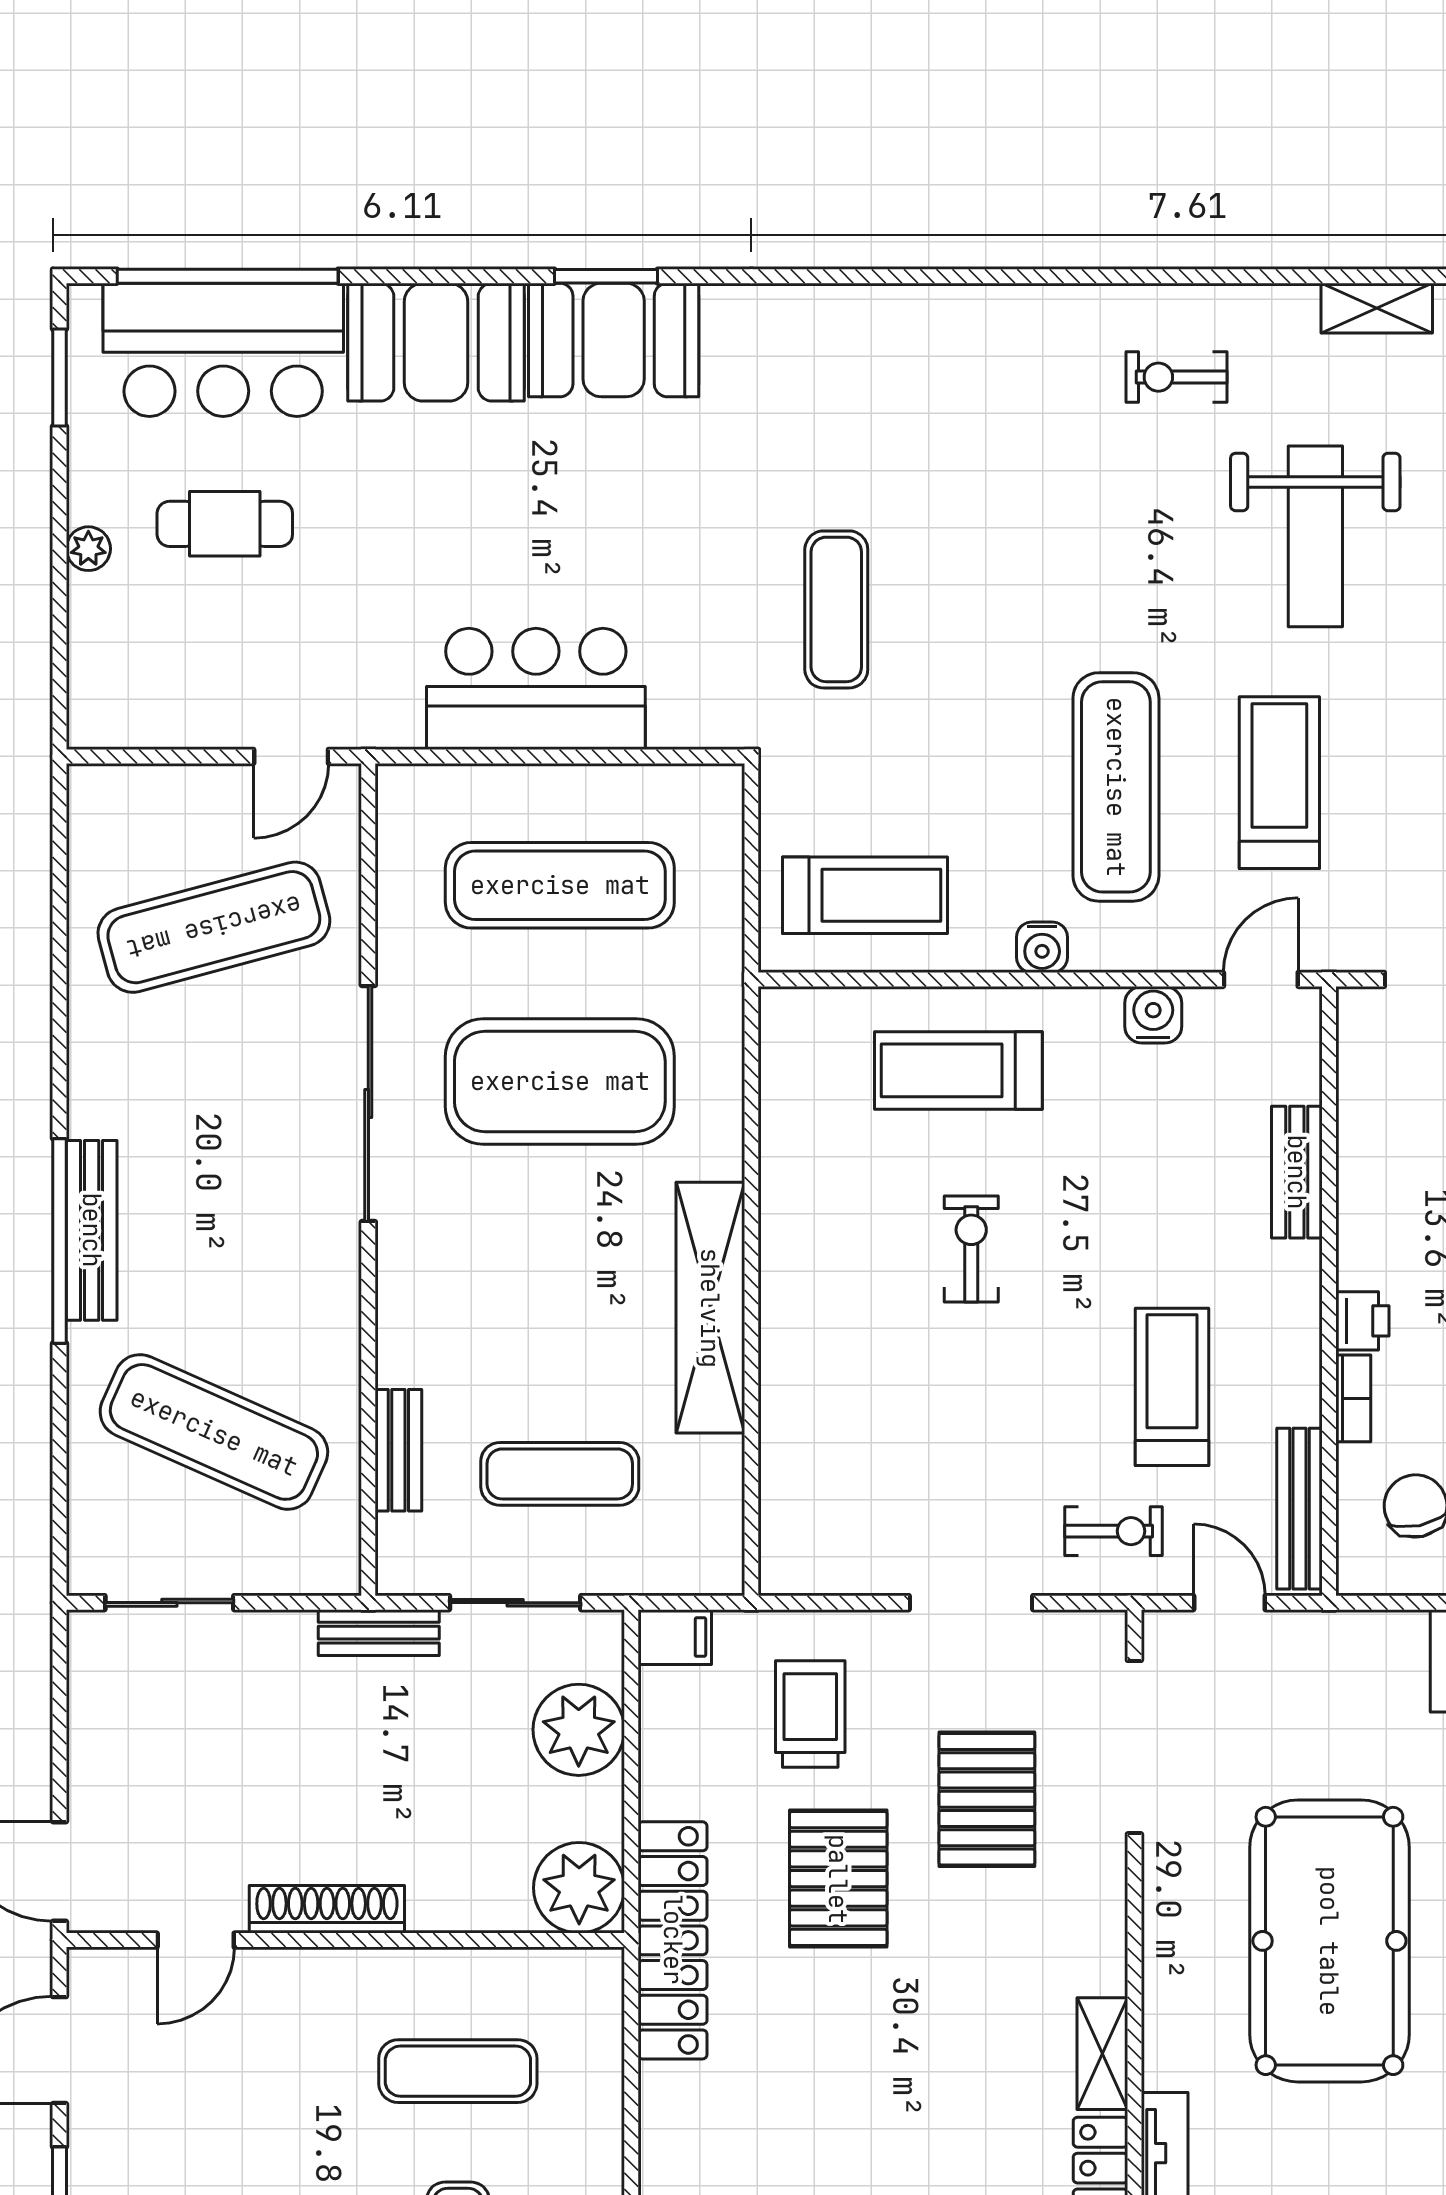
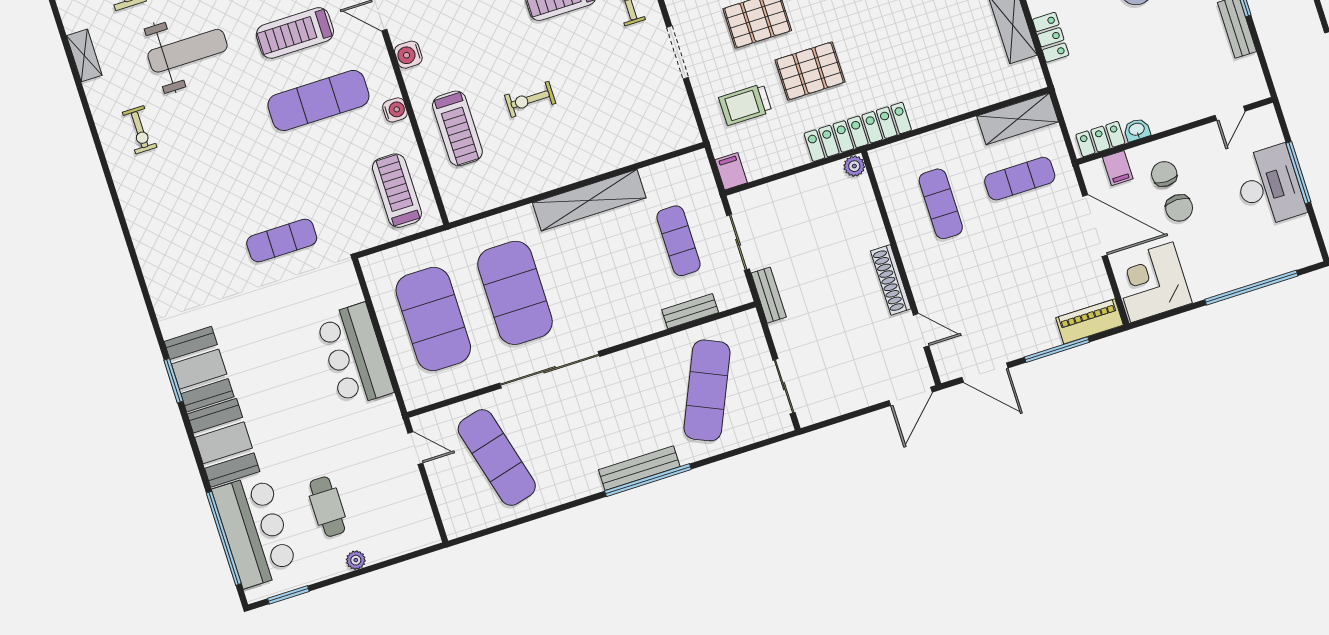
exercise mat: (560, 885) -> (433, 319), width x1.47
plant: (579, 1730) -> (783, 199), removed
plant: (579, 1888) -> (854, 166), width x0.53, depth x0.53

